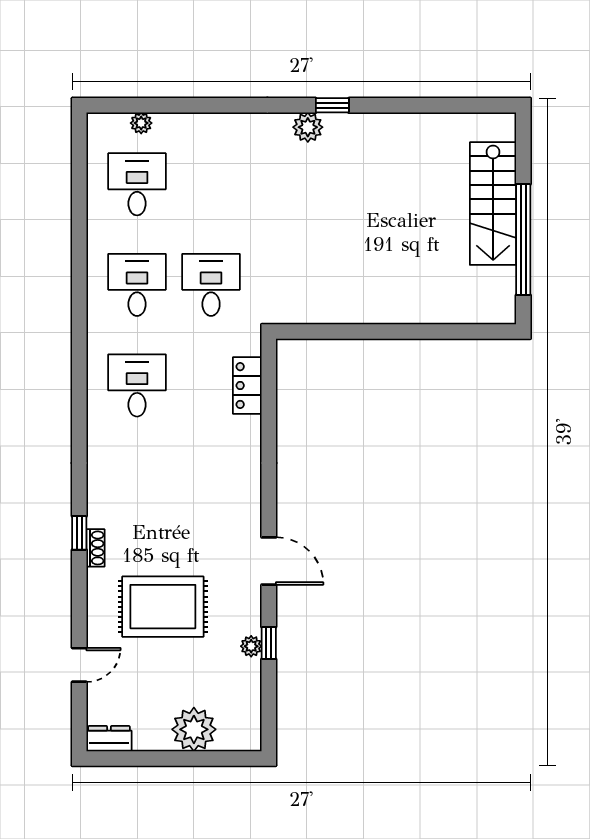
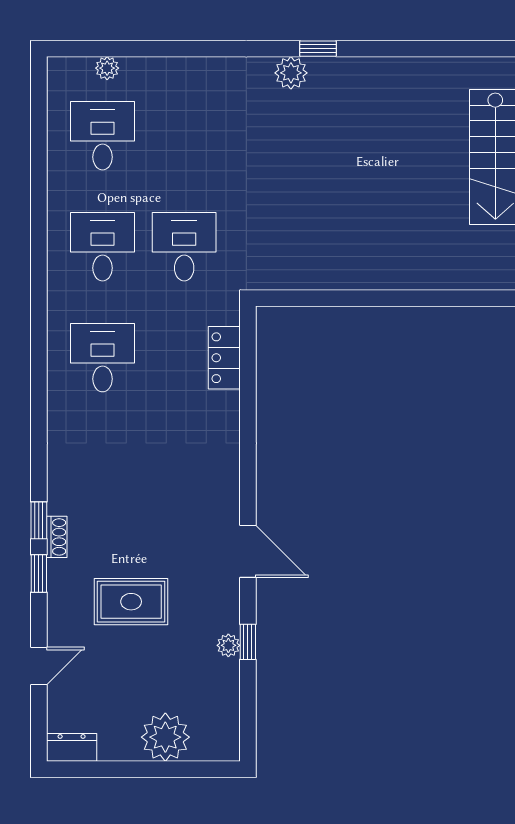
window: (79, 581) -> (39, 573), added
rug: (163, 607) -> (131, 602), width x0.73, depth x0.70

